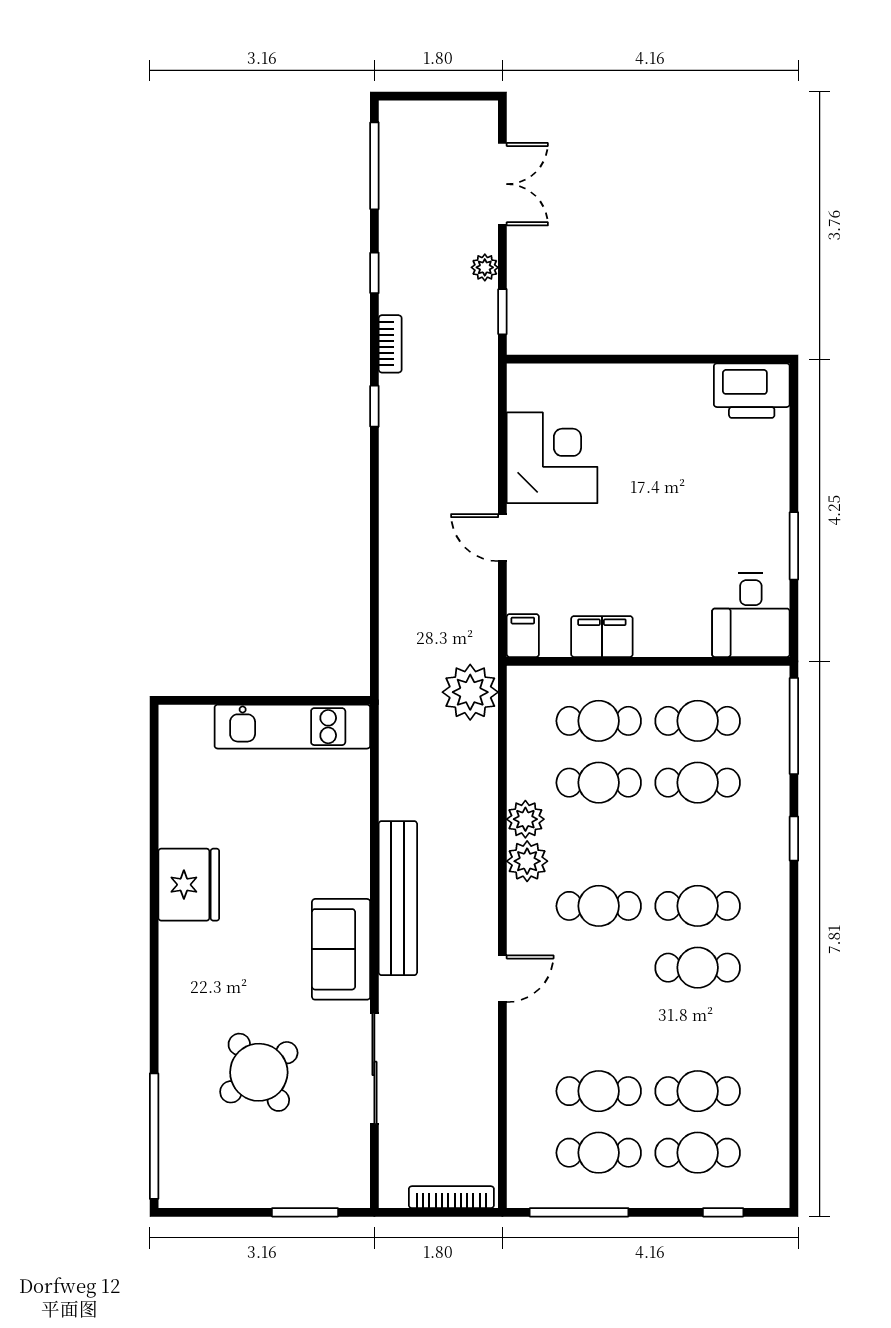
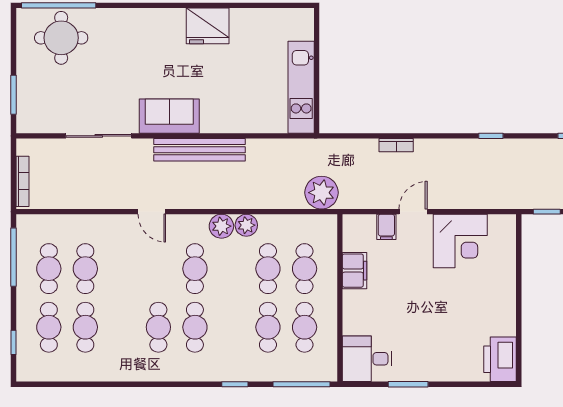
bookcase: (390, 344) -> (396, 145), moved
filing cabinet: (523, 636) -> (386, 227), moved, turned 90
round table: (259, 1072) -> (61, 38), moved, turned 35

